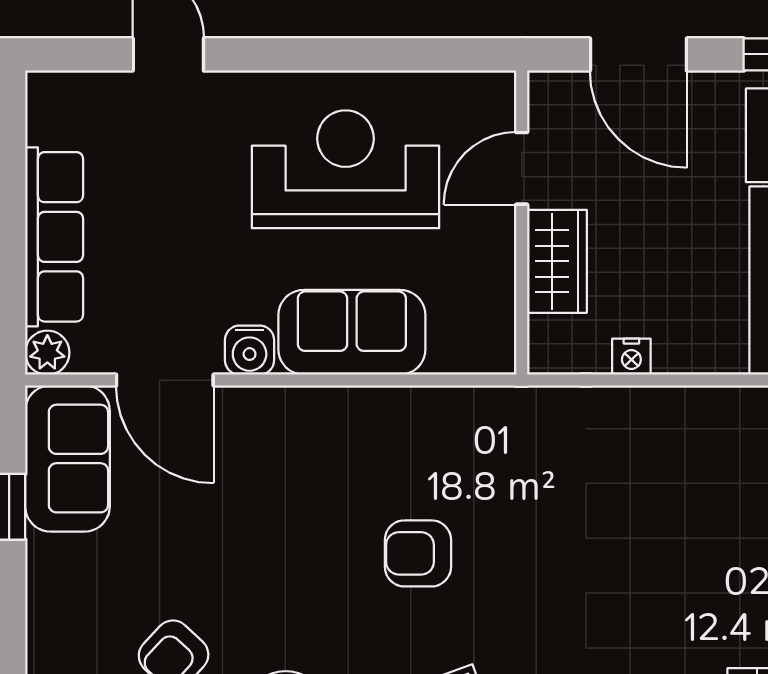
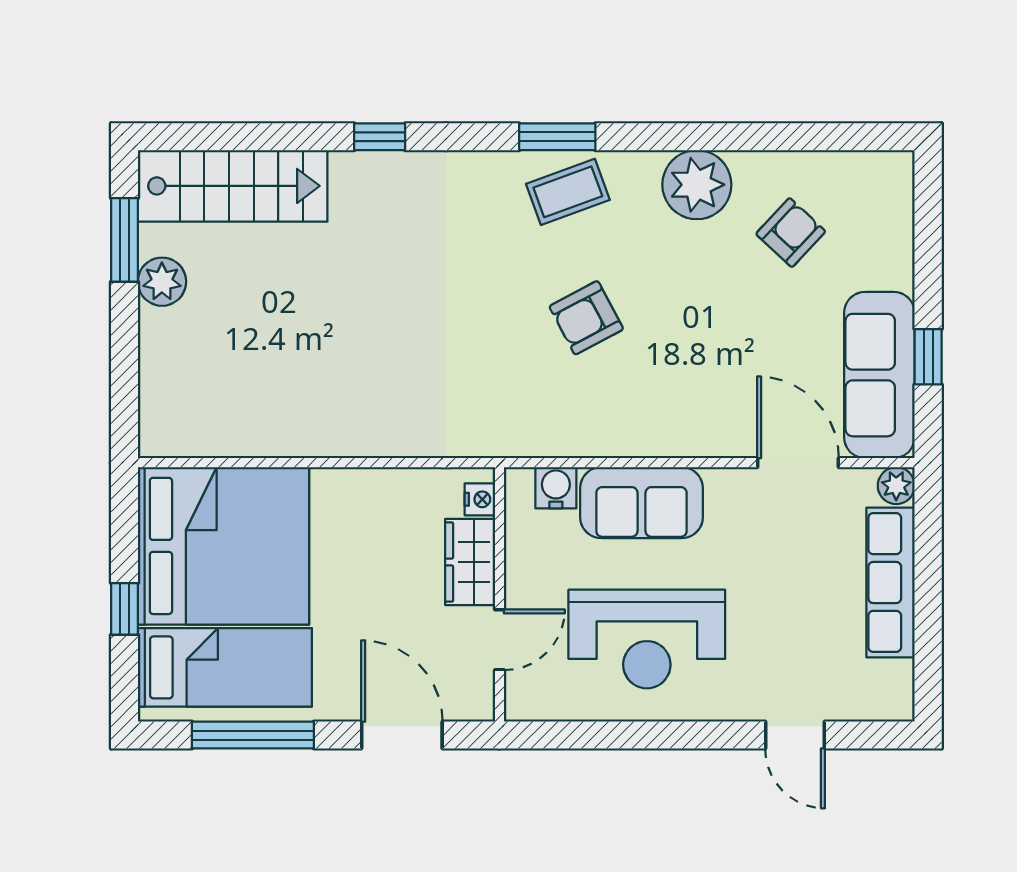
water cooler: (250, 350) -> (556, 488), moved
nightstand: (631, 357) -> (480, 499), moved, turned 90
sofa: (67, 459) -> (879, 375), width x1.36
armchair: (418, 553) -> (586, 318), turned 152

